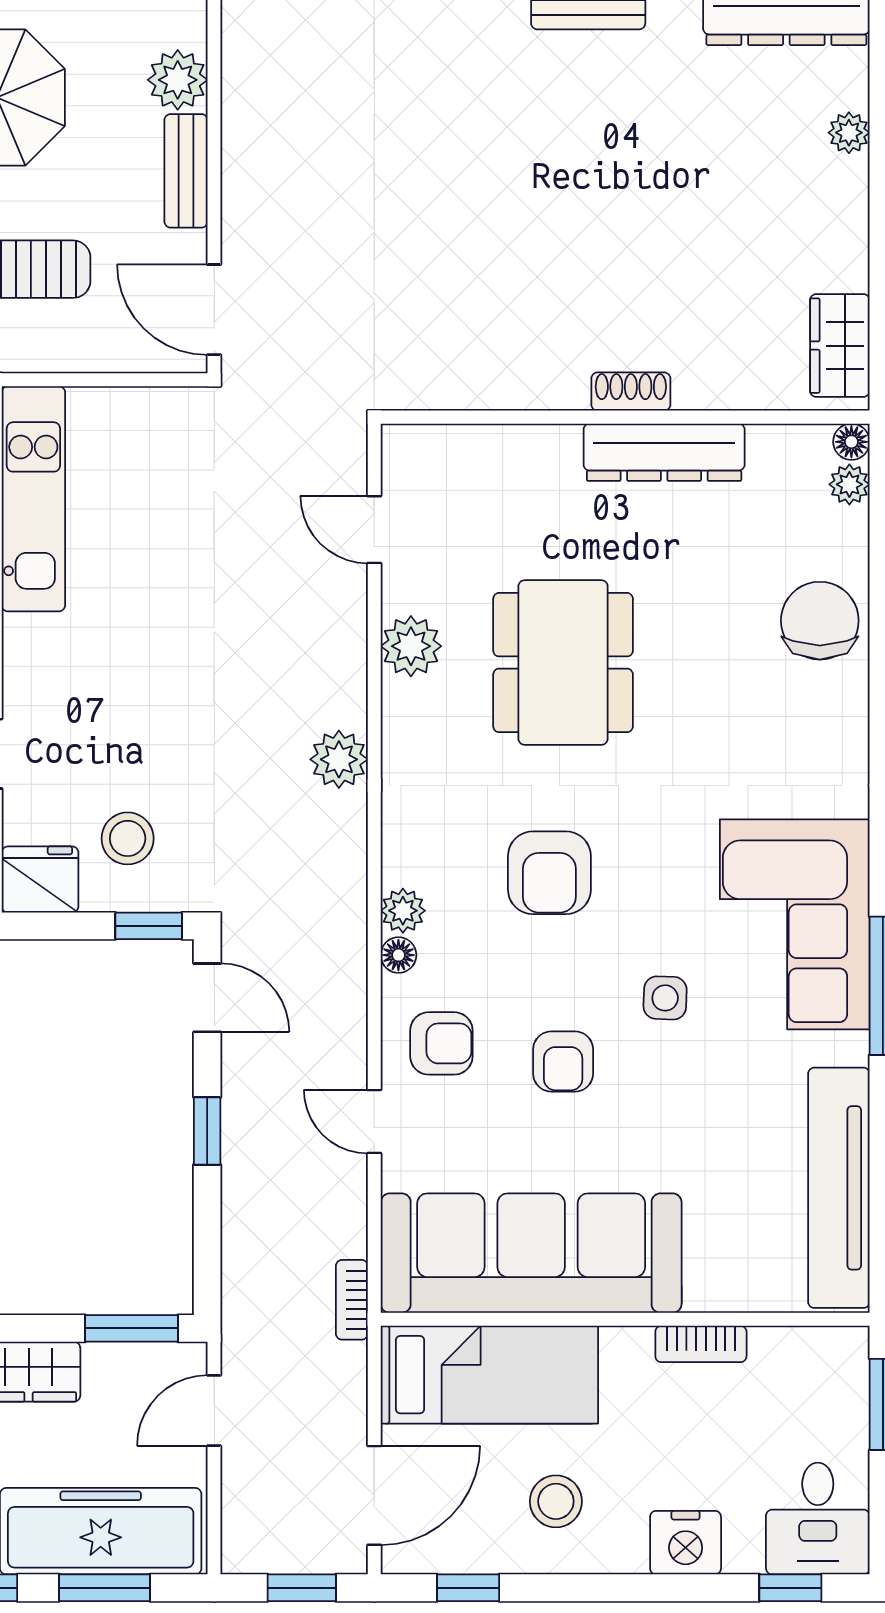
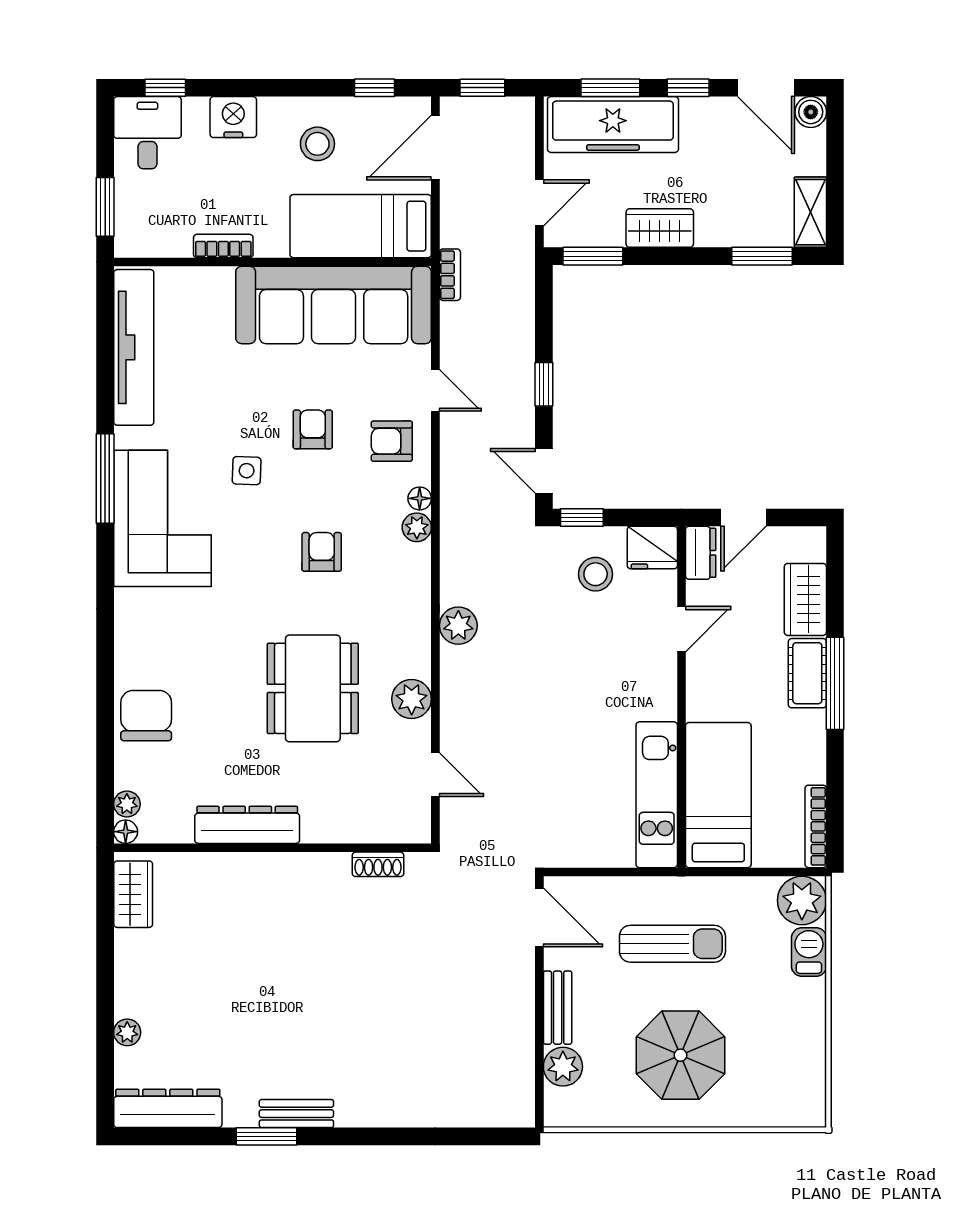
shoe rack: (631, 392) -> (378, 864), moved
chair: (820, 621) -> (146, 716), turned 180
armchair: (549, 873) -> (322, 552), width x0.72, depth x0.72

